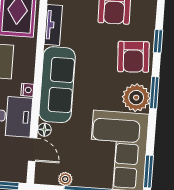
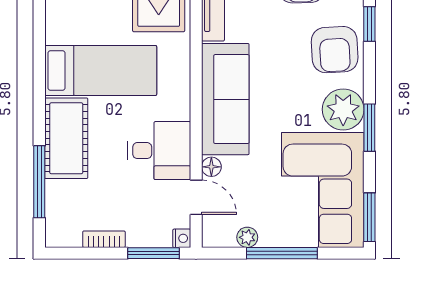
nightstand: (27, 90) -> (182, 238), moved
window: (154, 93) -> (369, 128), moved

